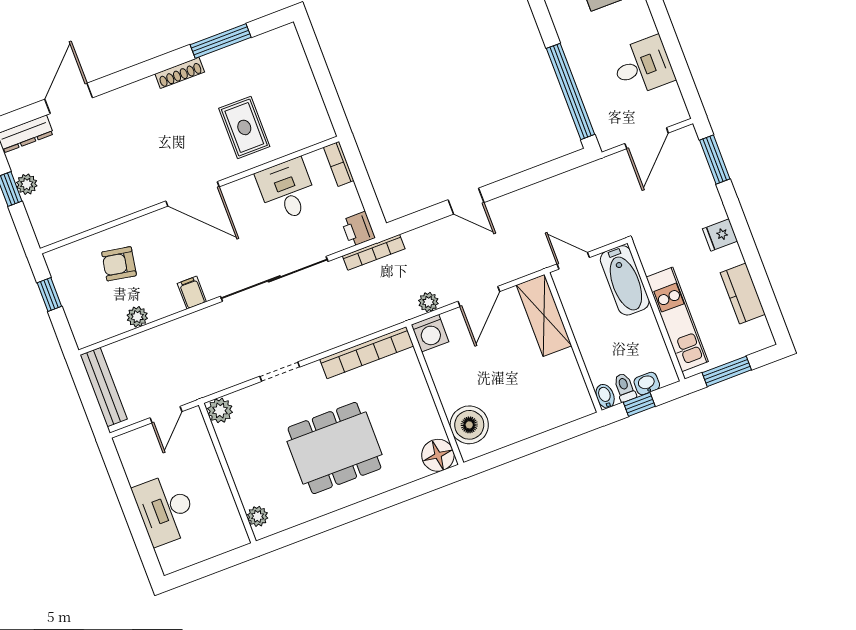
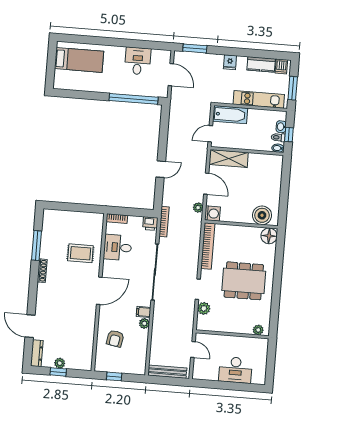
plant: (137, 317) -> (144, 323), moved
dishwasher: (756, 332) -> (281, 66), added
plant: (220, 410) -> (204, 308), moved
dining table: (334, 448) -> (244, 281), turned 90

